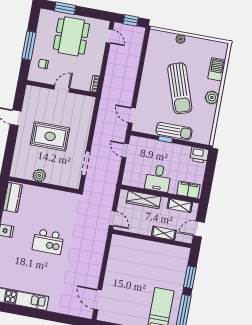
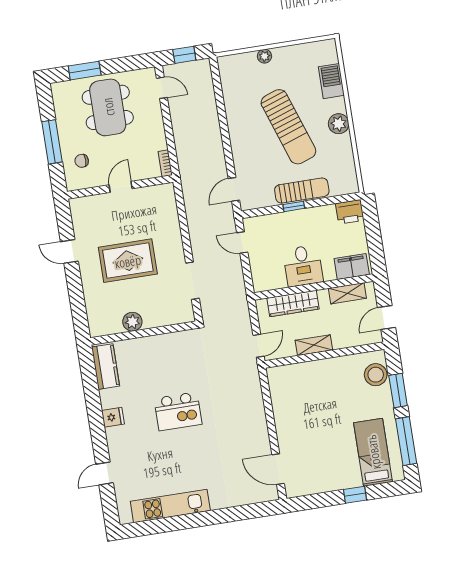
door: (132, 115) -> (234, 189), hinge flipped
door: (113, 218) -> (259, 346), hinge flipped
shelving: (164, 233) -> (314, 345), moved
stool: (179, 262) -> (376, 375), added

